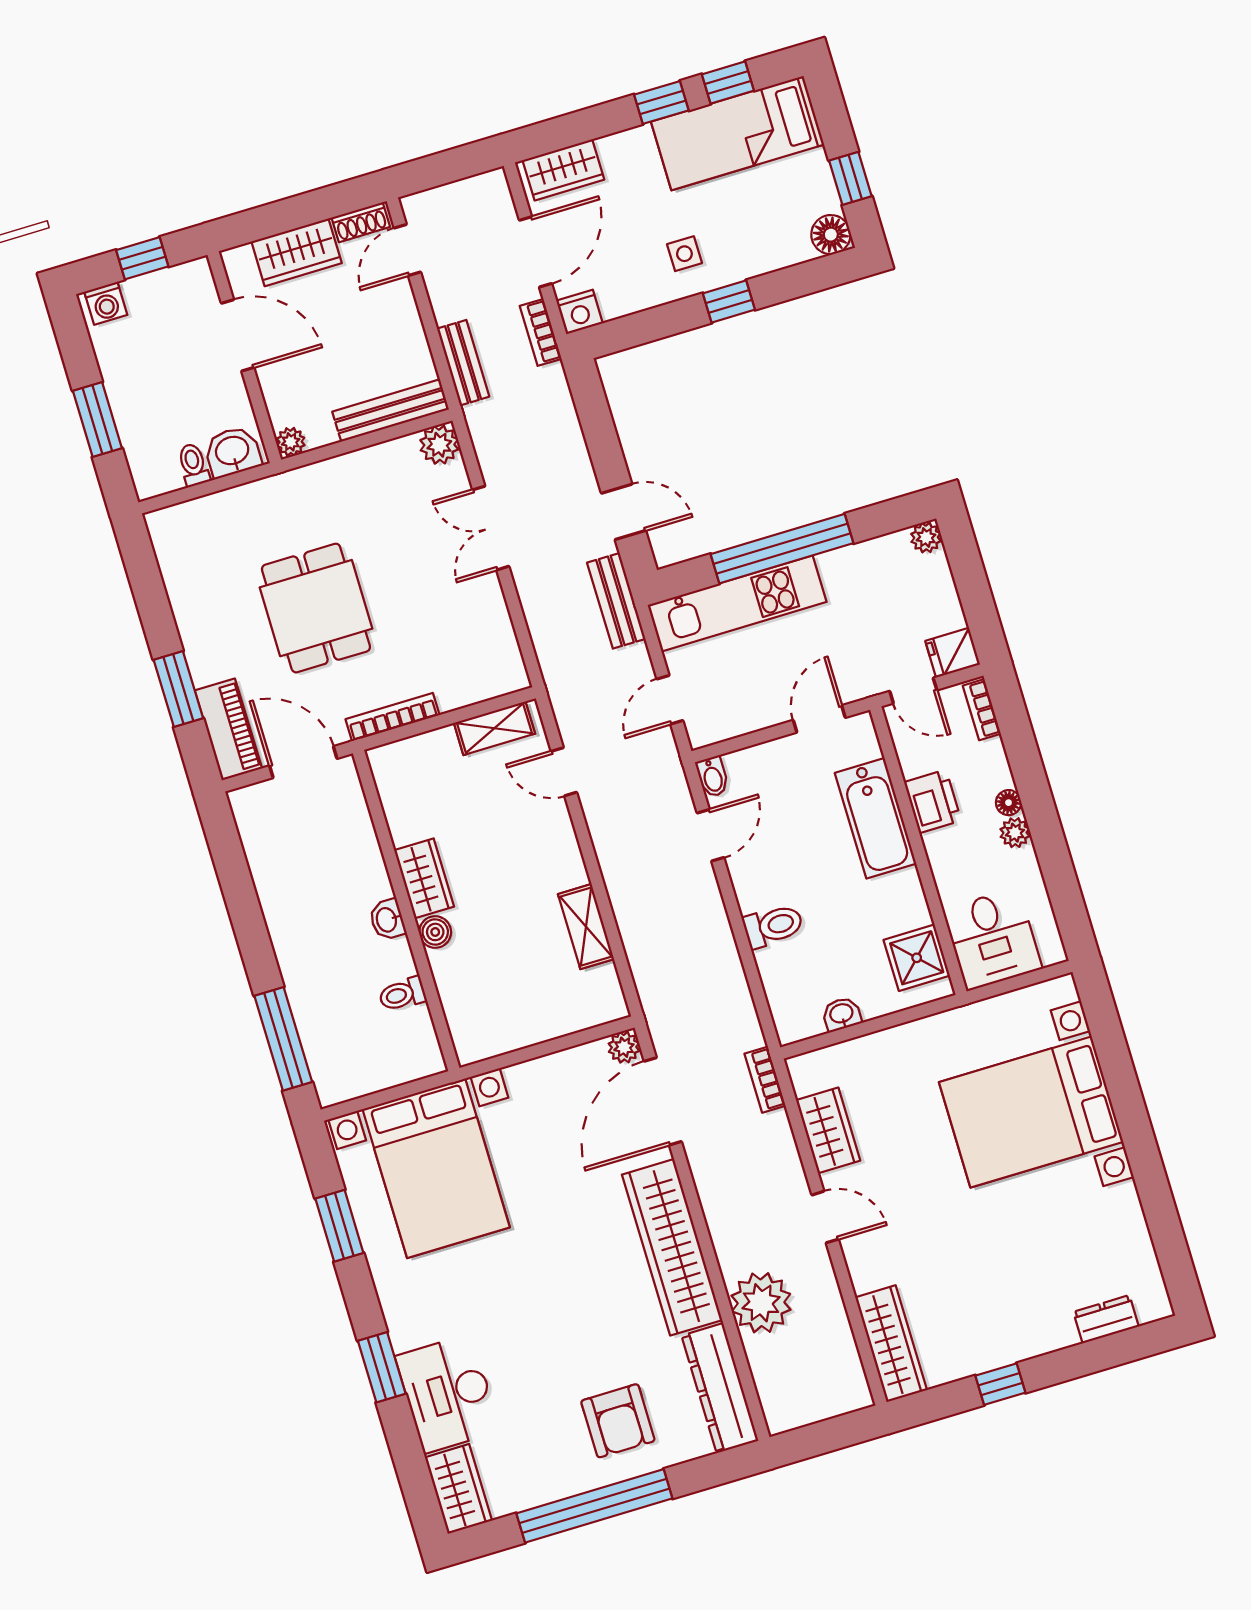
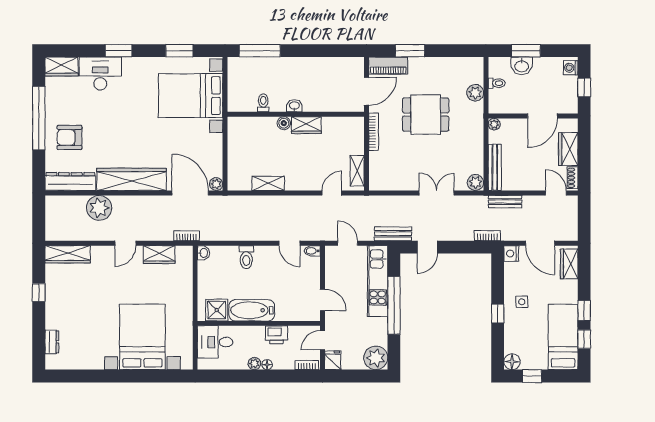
bookcase: (541, 332) -> (487, 236), moved
washbasin: (232, 452) -> (522, 66), moved, turned 90
plant: (231, 508) -> (475, 93), added
plant: (926, 537) -> (376, 358), width x1.87, depth x1.87
bathtub: (876, 818) -> (252, 310), moved
washbasin: (842, 1014) -> (203, 253), moved

